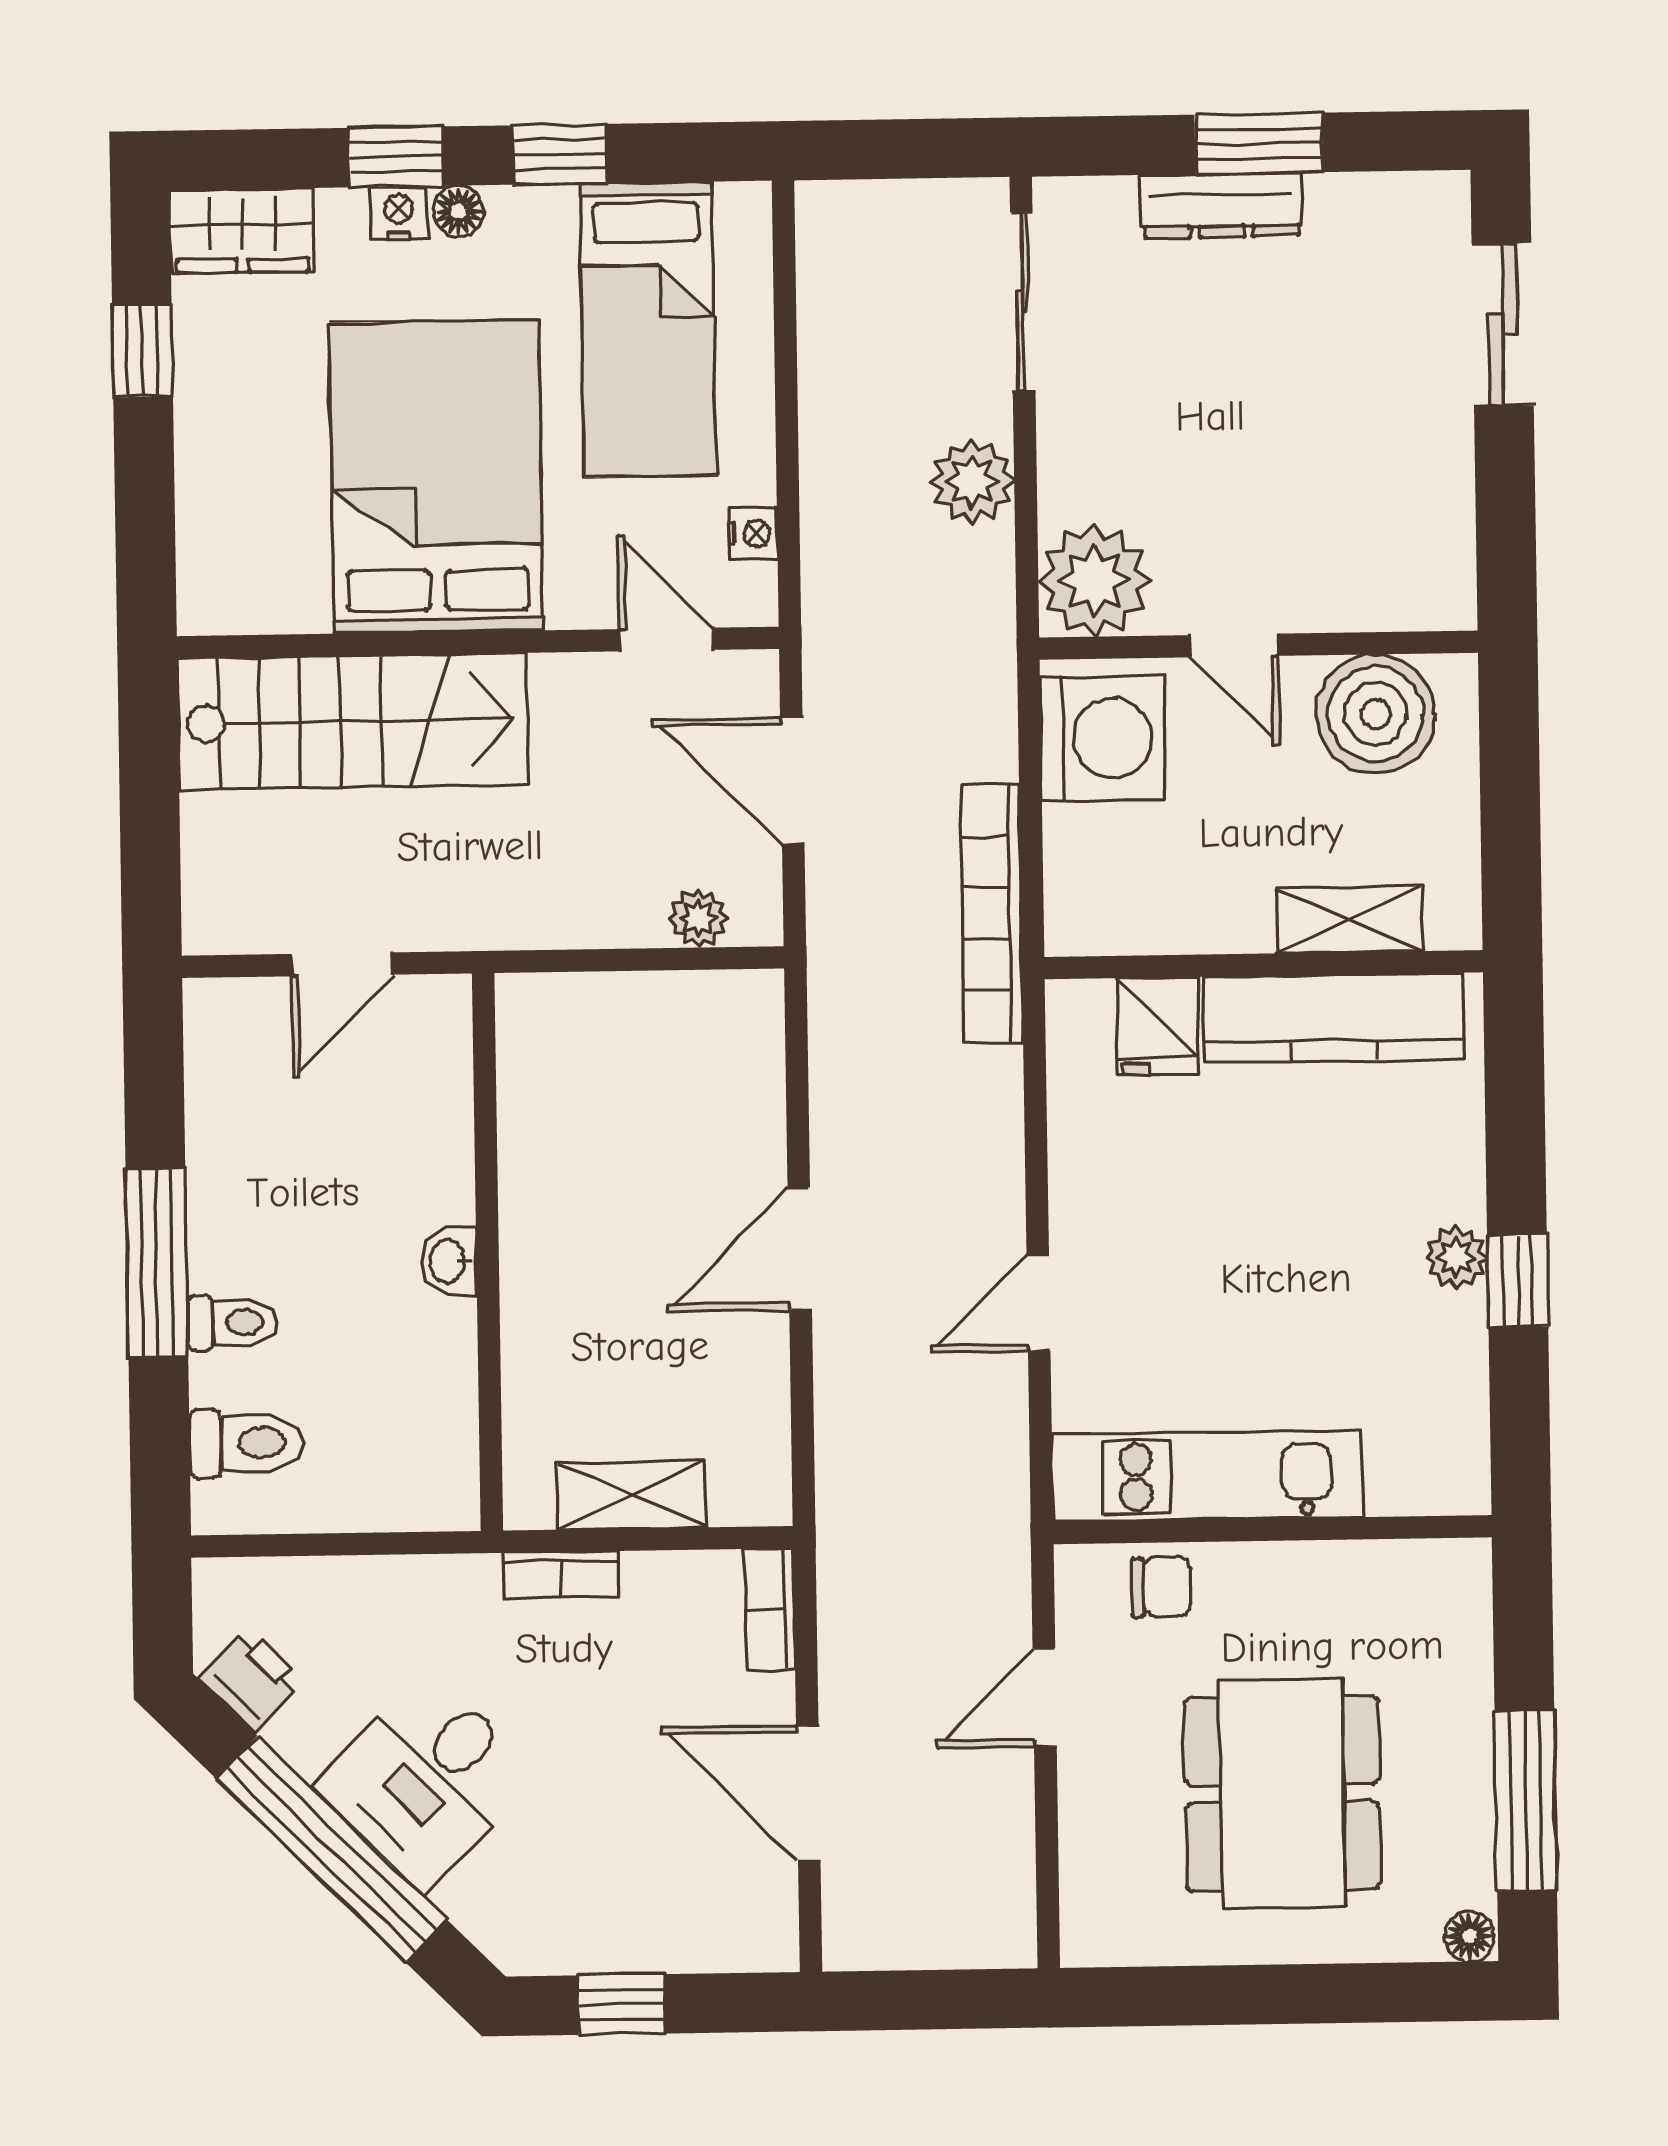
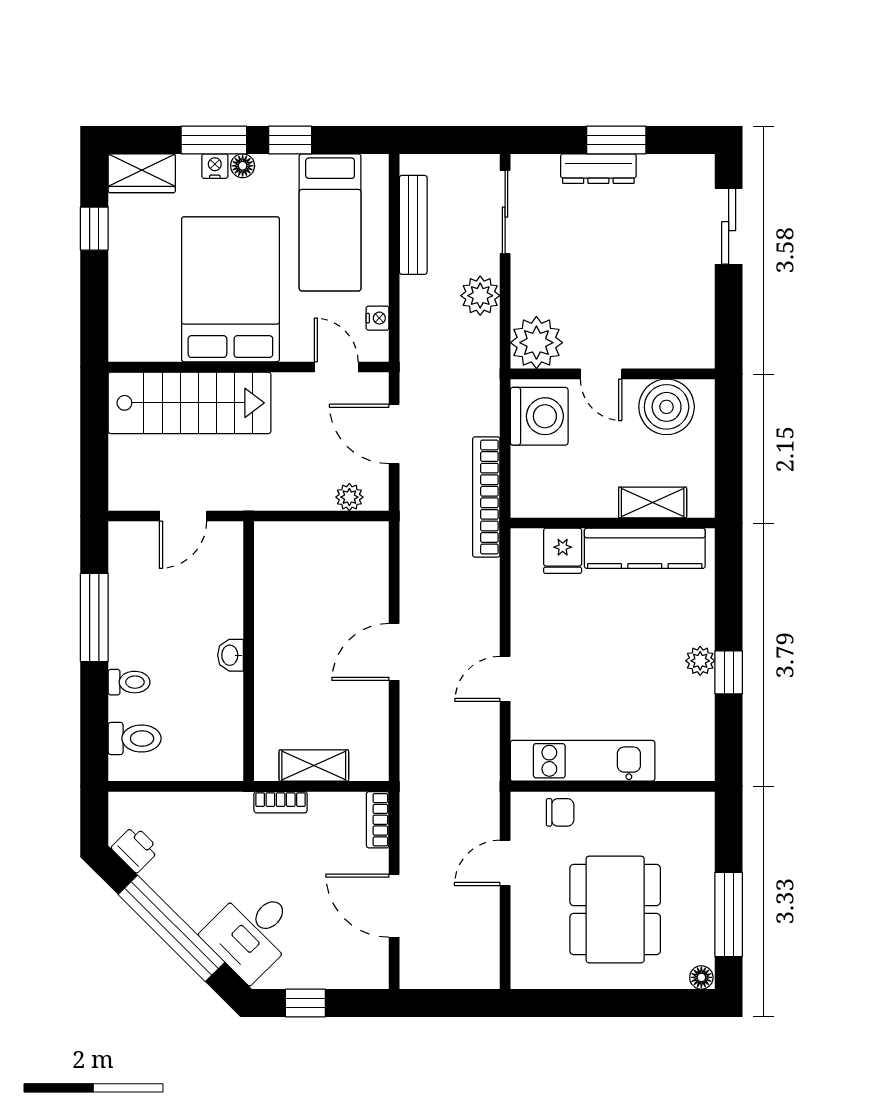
window: (396, 157) -> (214, 140), width x1.50
bench: (826, 332) -> (413, 225), added
window: (157, 1263) -> (94, 617), moved
desk: (426, 1780) -> (252, 933), moved

